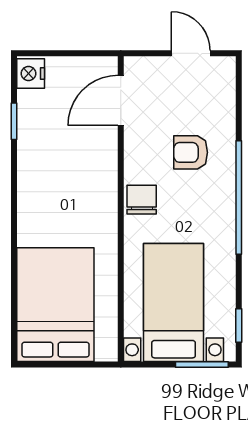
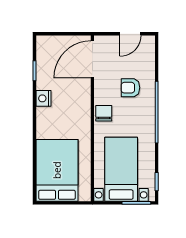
door: (191, 53) -> (130, 34), swing flipped
nightstand: (31, 73) -> (44, 98), moved
door: (121, 100) -> (92, 59), width x1.36

